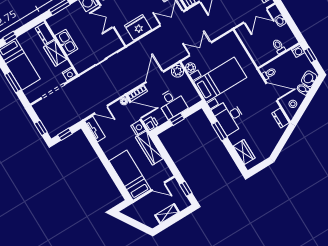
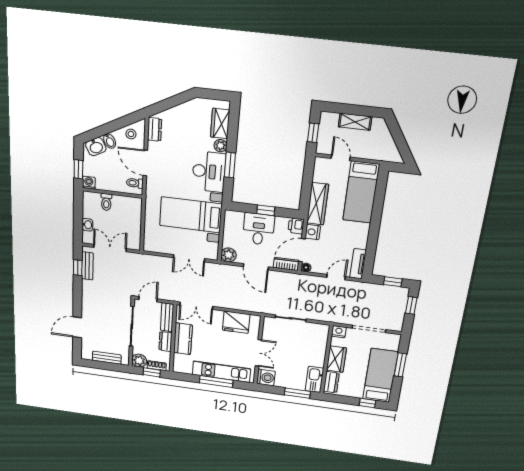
kitchen sink: (66, 42) -> (314, 379), moved
plant: (191, 68) -> (220, 146), moved
door: (155, 77) -> (256, 267), hinge flipped
door: (101, 110) -> (336, 277), hinge flipped
door: (135, 111) -> (302, 250), hinge flipped

